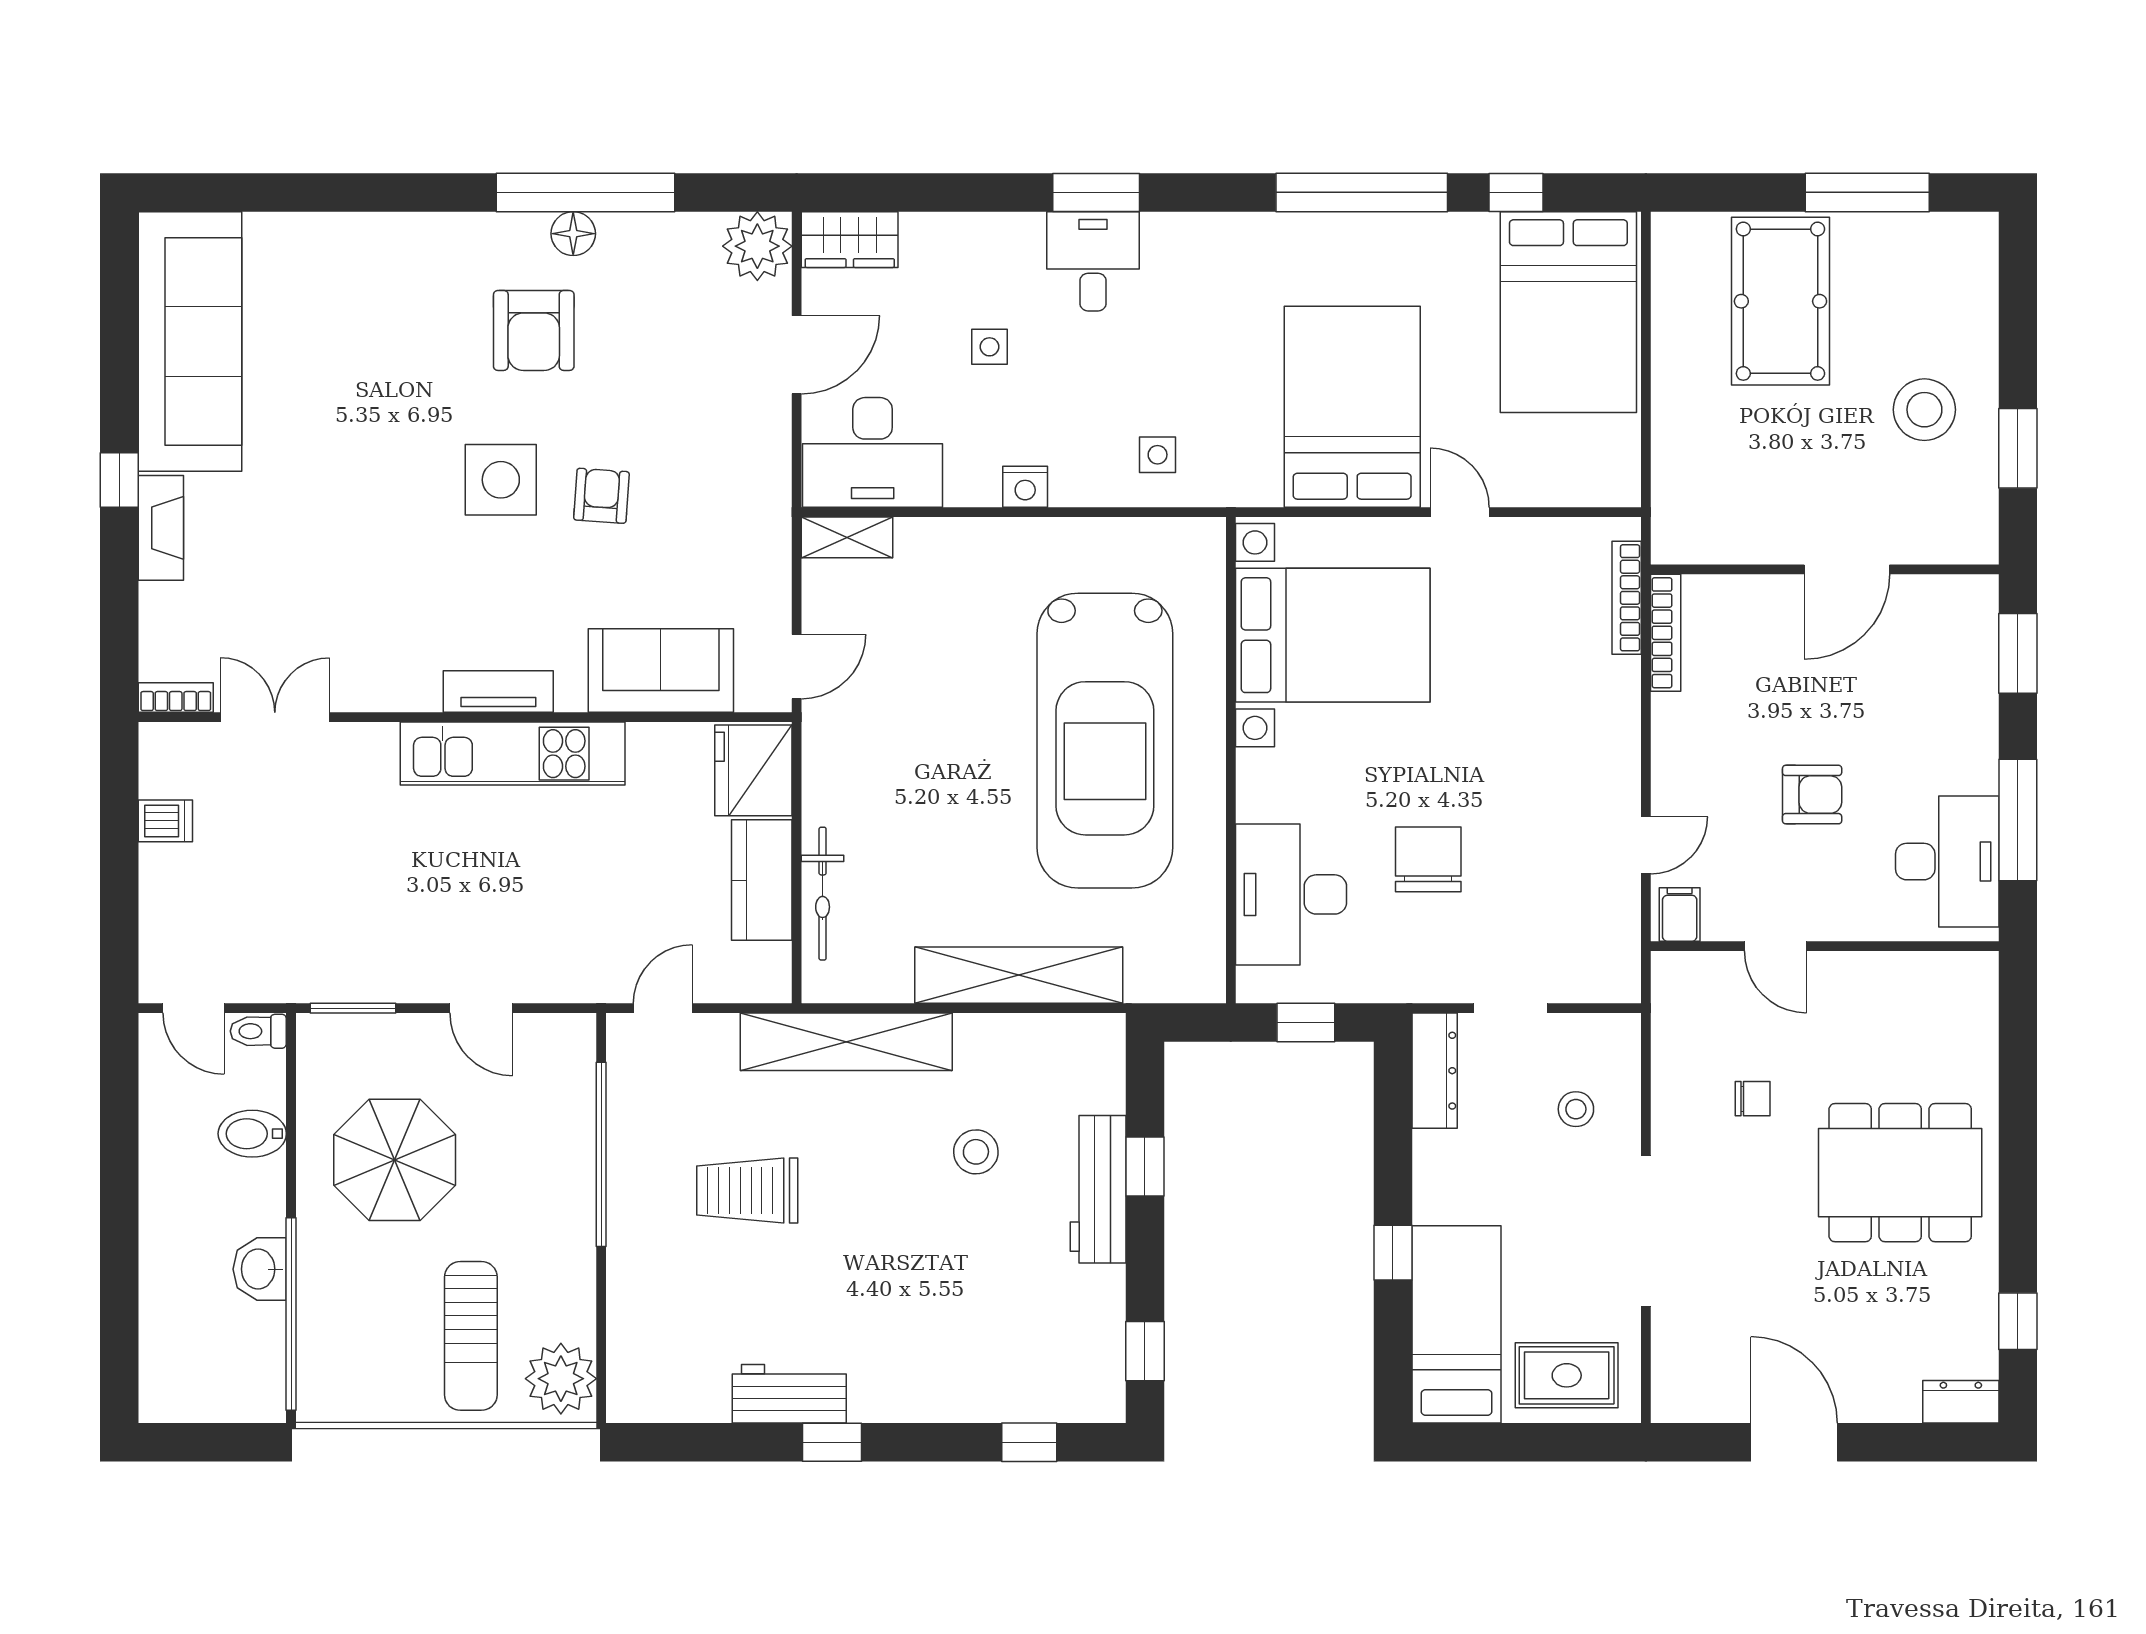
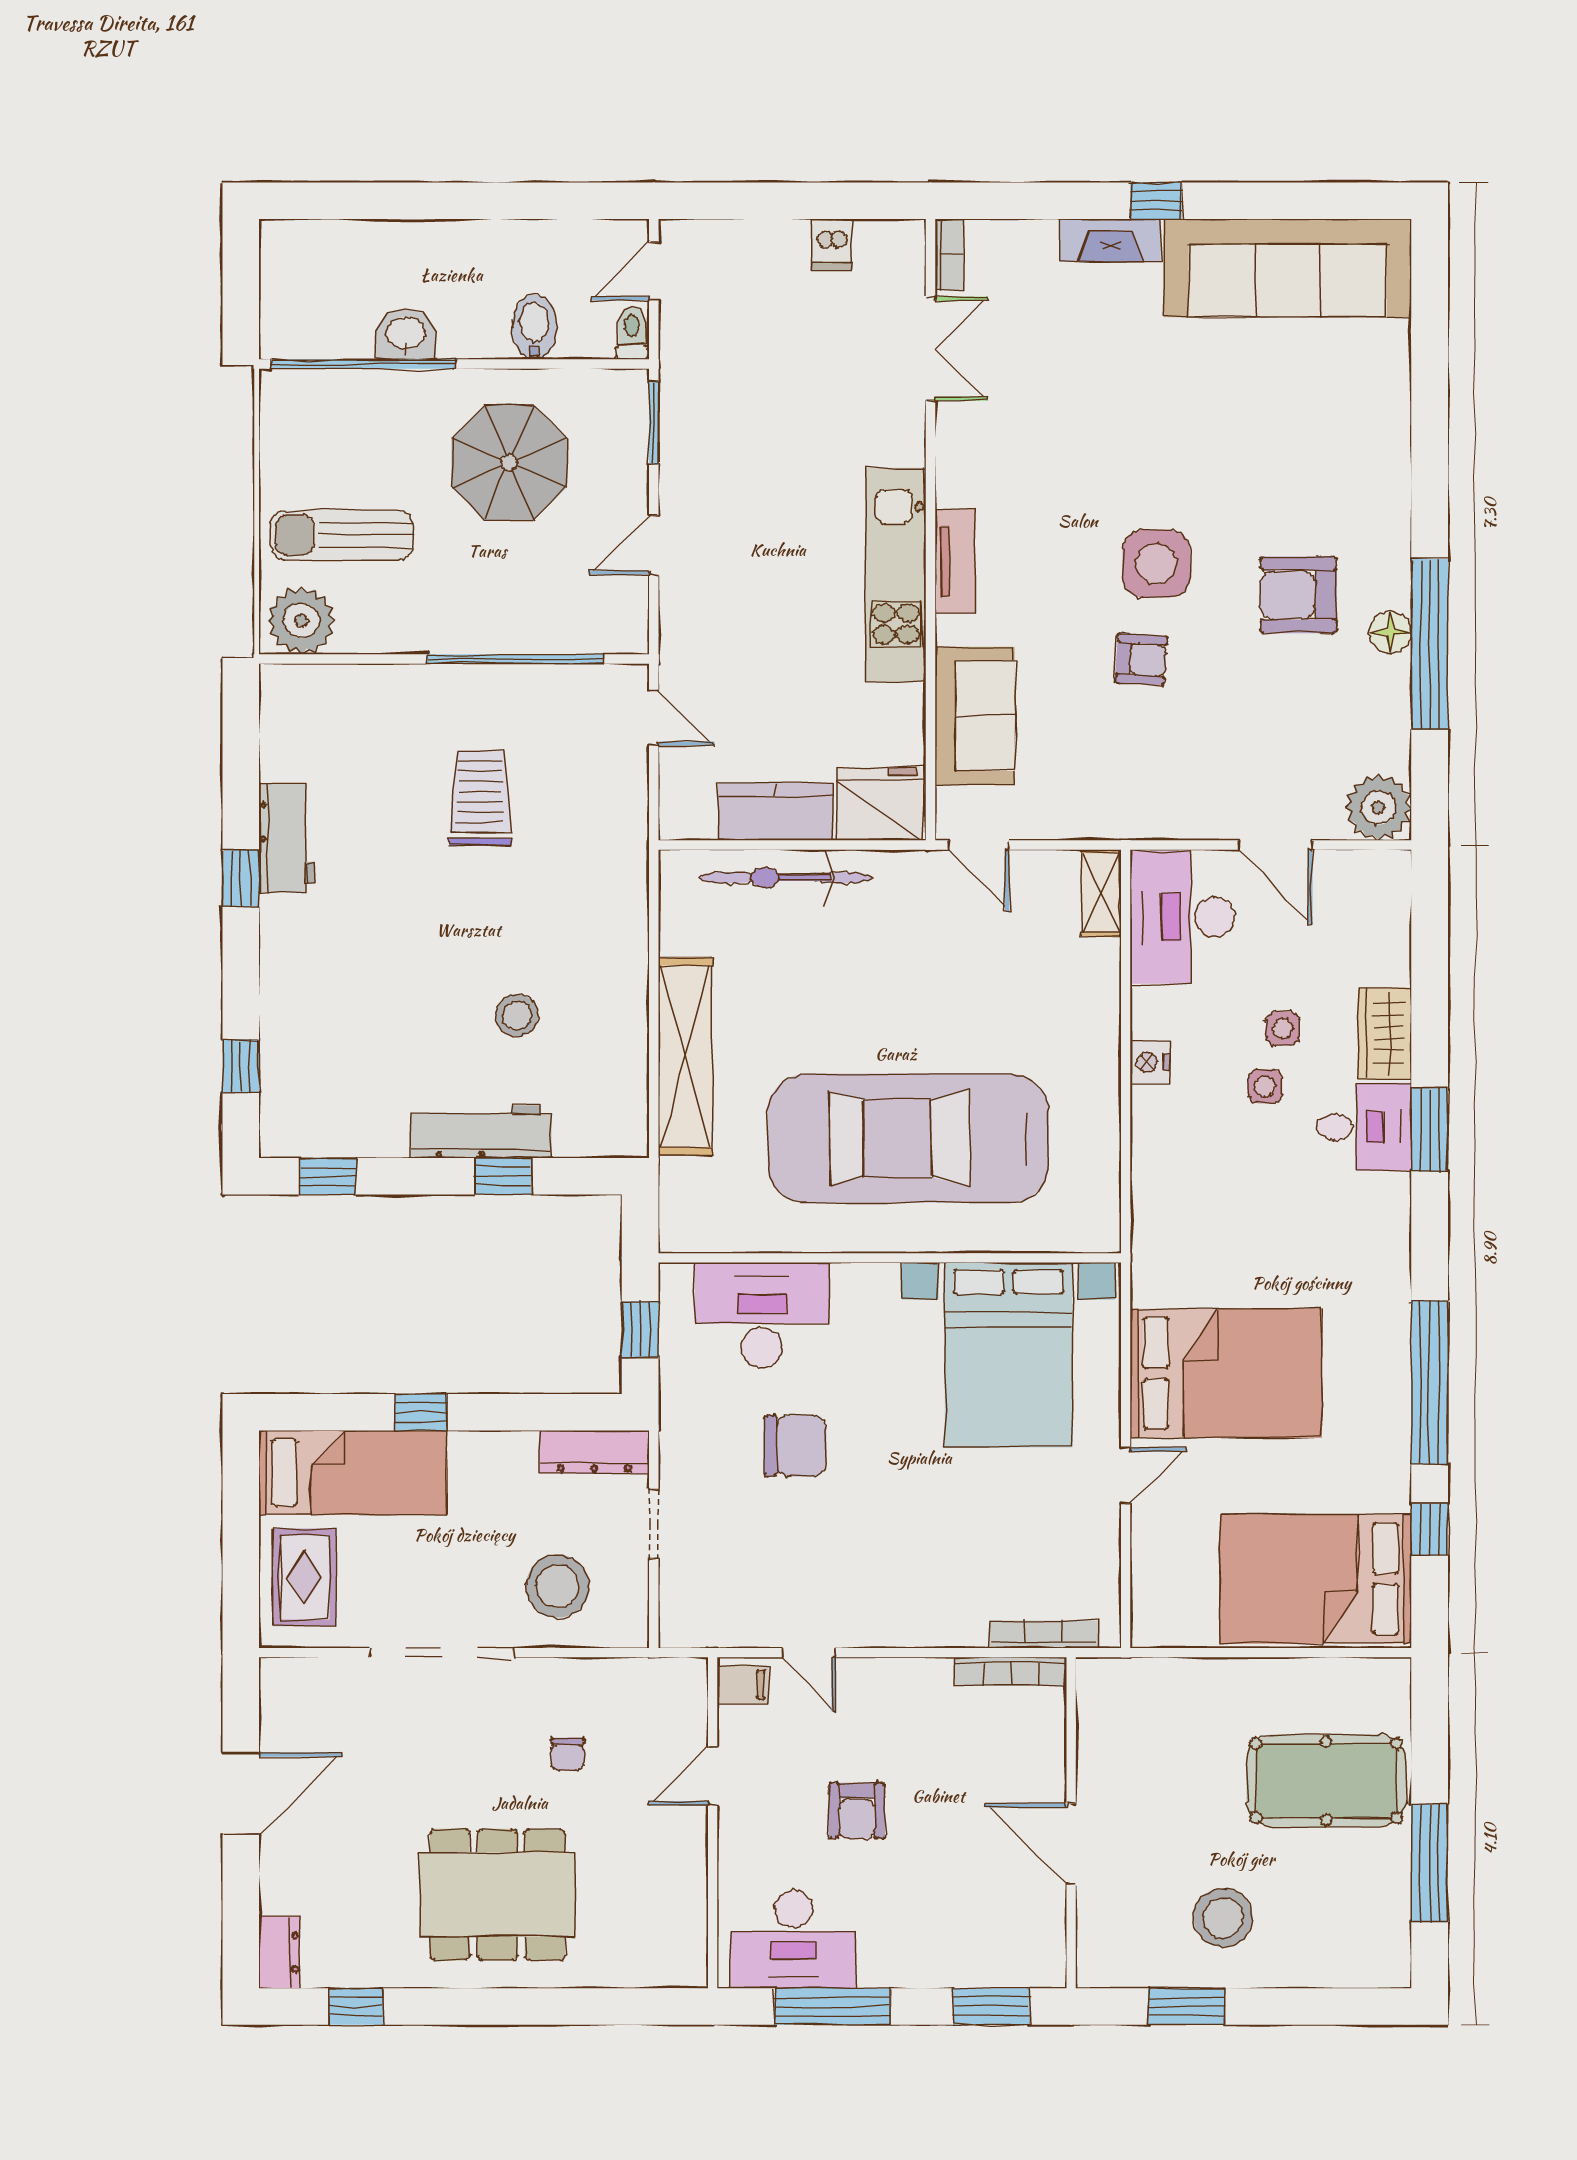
wardrobe: (850, 240) -> (1385, 1033), moved
side table: (1158, 455) -> (1265, 1086), moved
bicycle: (823, 894) -> (786, 878), width x1.37, depth x1.40
shelving: (846, 1042) -> (622, 892), removed
stool: (1576, 1109) -> (558, 1586), width x1.89, depth x1.89
dining table: (1900, 1173) -> (497, 1895), turned 90

